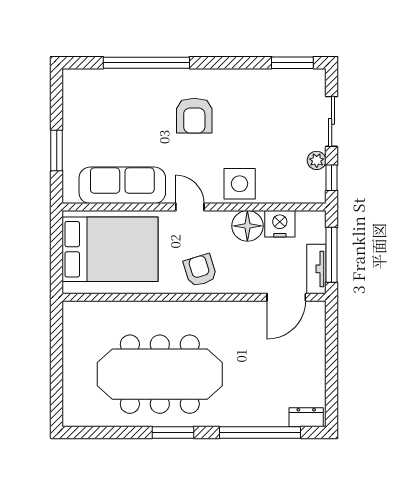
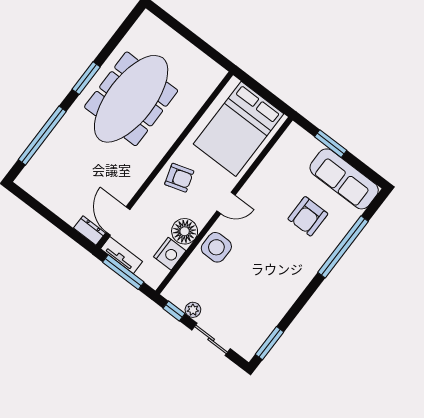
armchair: (194, 116) -> (308, 216), moved, turned -90
sofa: (122, 185) -> (344, 179), moved, turned 90
dresser: (306, 417) -> (90, 230), moved, turned -90

